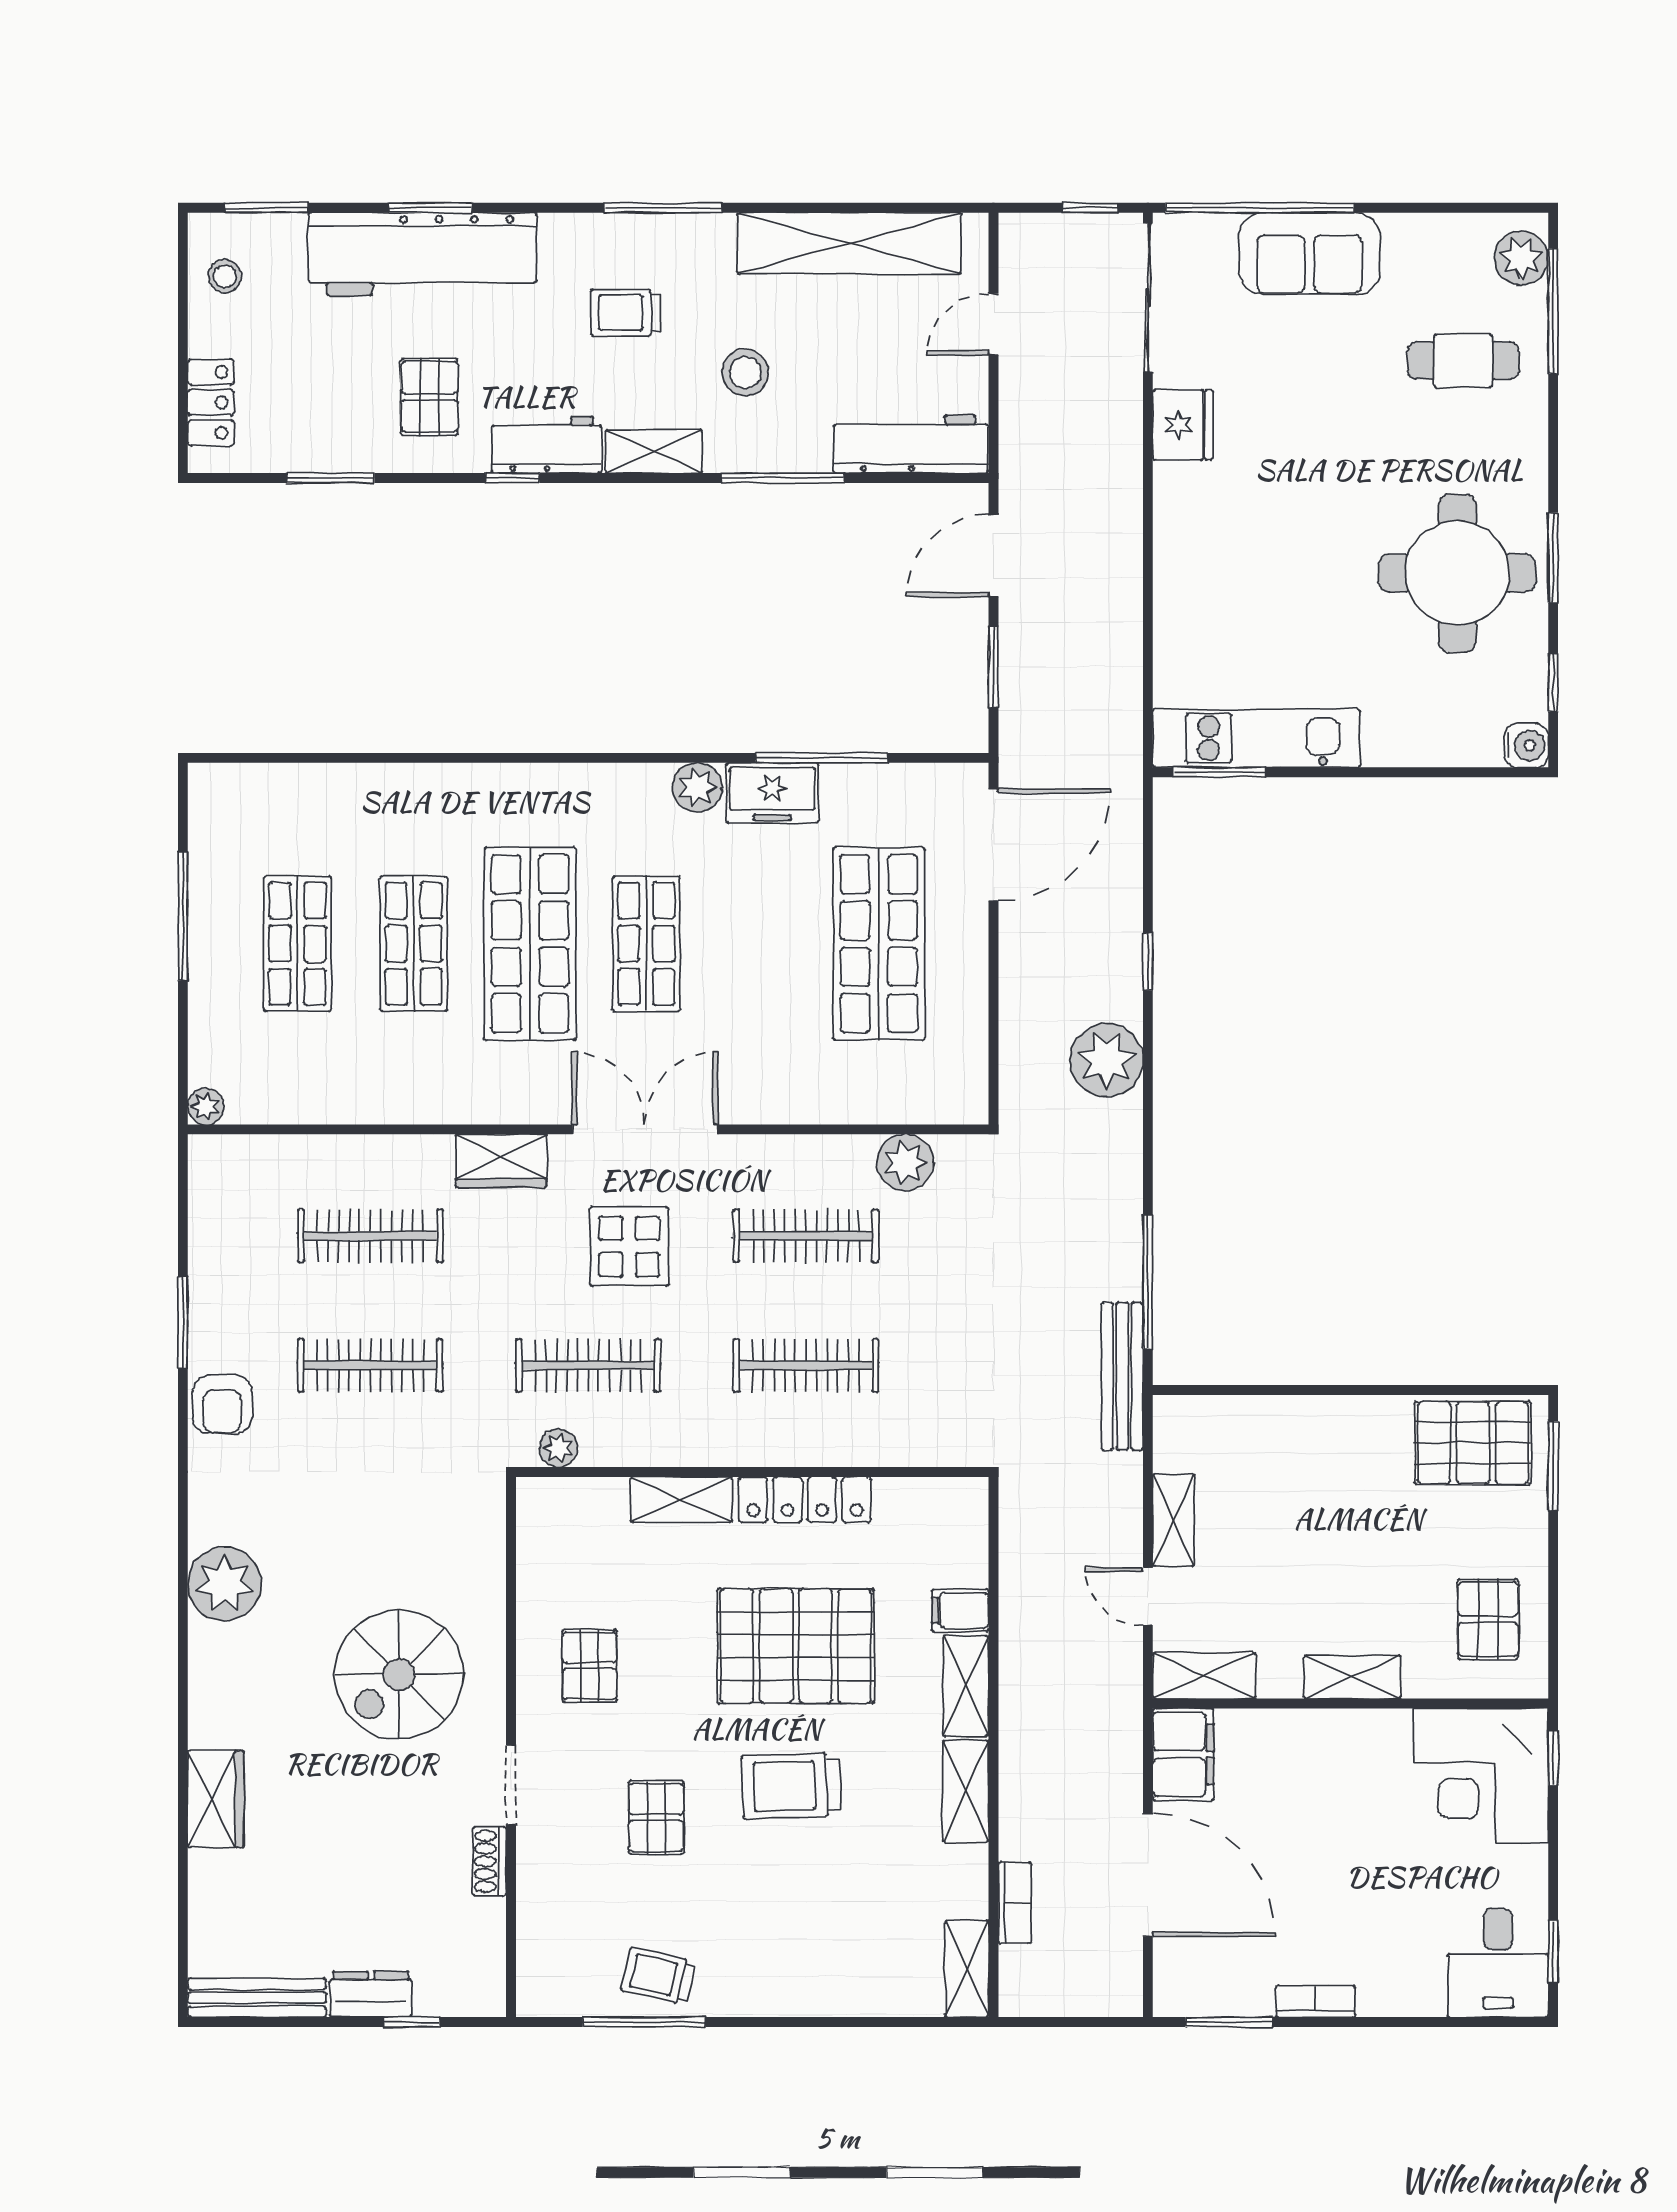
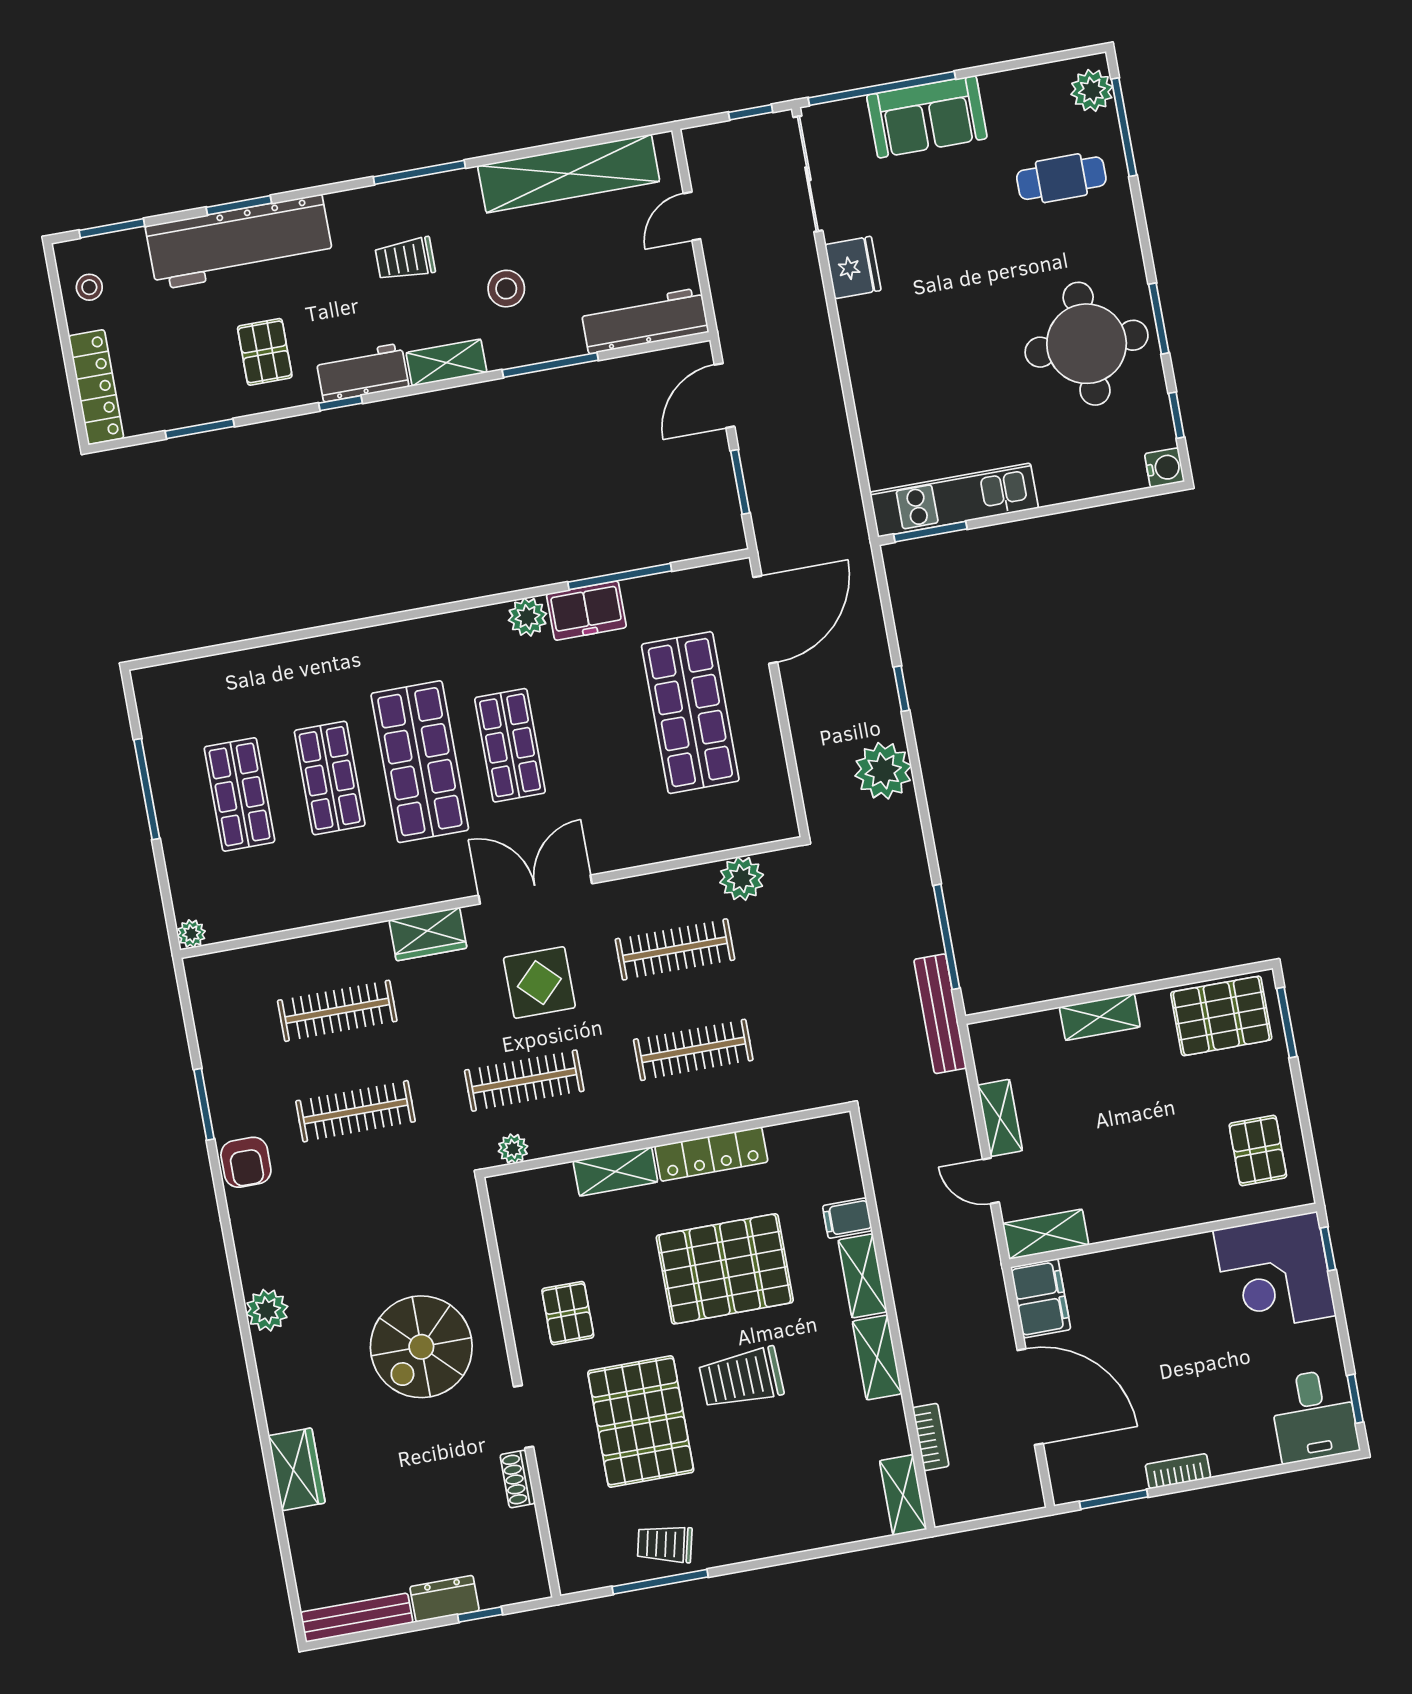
locker: (211, 402) -> (96, 387), width x1.53
plant: (225, 1584) -> (267, 1310), width x0.73, depth x0.73
shelving: (1352, 1677) -> (1100, 1017), moved
pallet: (656, 1818) -> (641, 1422), width x2.05, depth x2.00

